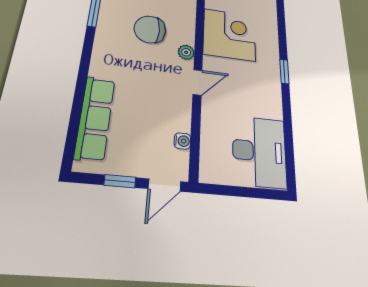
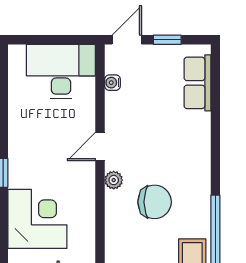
corner desk: (229, 35) -> (37, 219), moved, turned 180
row of seats: (95, 118) -> (197, 83), width x0.68
desk: (259, 151) -> (61, 71), moved, turned 90

